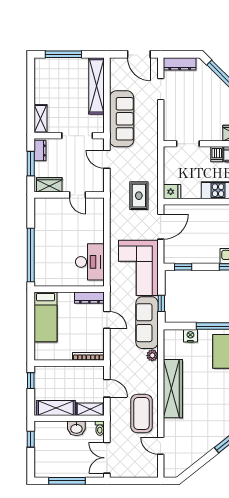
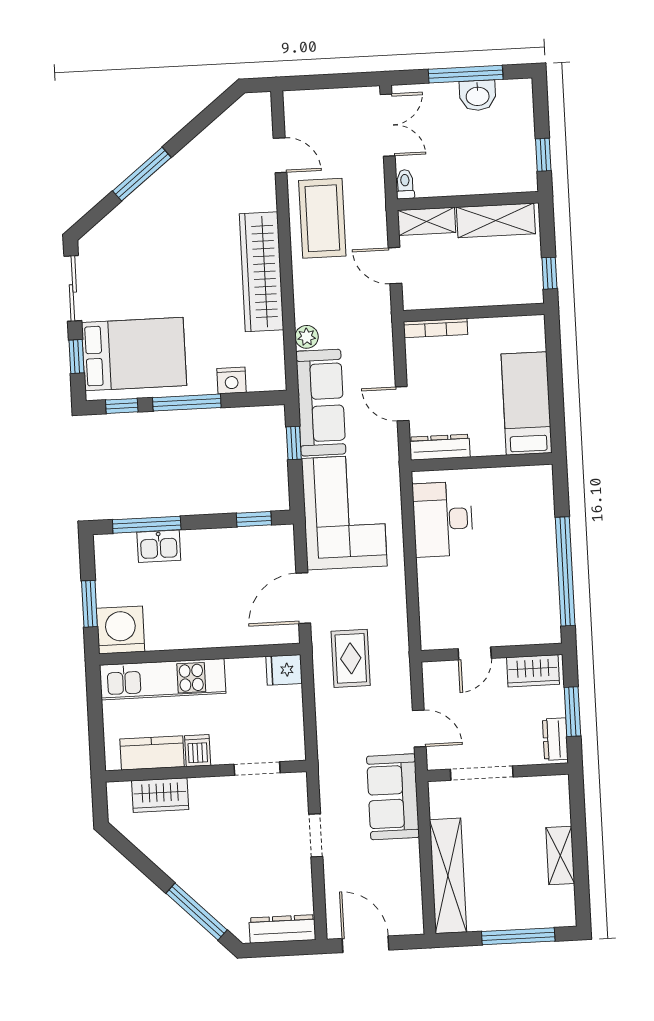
doorway: (161, 89) -> (316, 835), moved
shelving: (41, 119) -> (560, 856), moved
sofa: (122, 119) -> (393, 797), width x0.73
door: (78, 195) -> (475, 653), swing flipped
window: (31, 255) -> (565, 571), moved
washbasin: (76, 428) -> (478, 95), moved, turned 180

